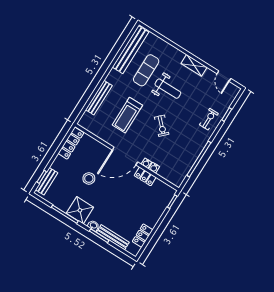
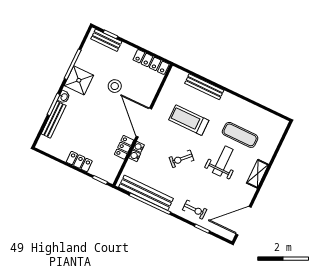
bench: (130, 50) -> (146, 193), moved
shelving: (194, 65) -> (258, 174), moved
door: (224, 76) -> (243, 221), width x1.88
weight bench: (168, 89) -> (223, 161), turned 180
locker: (143, 236) -> (79, 162), moved

